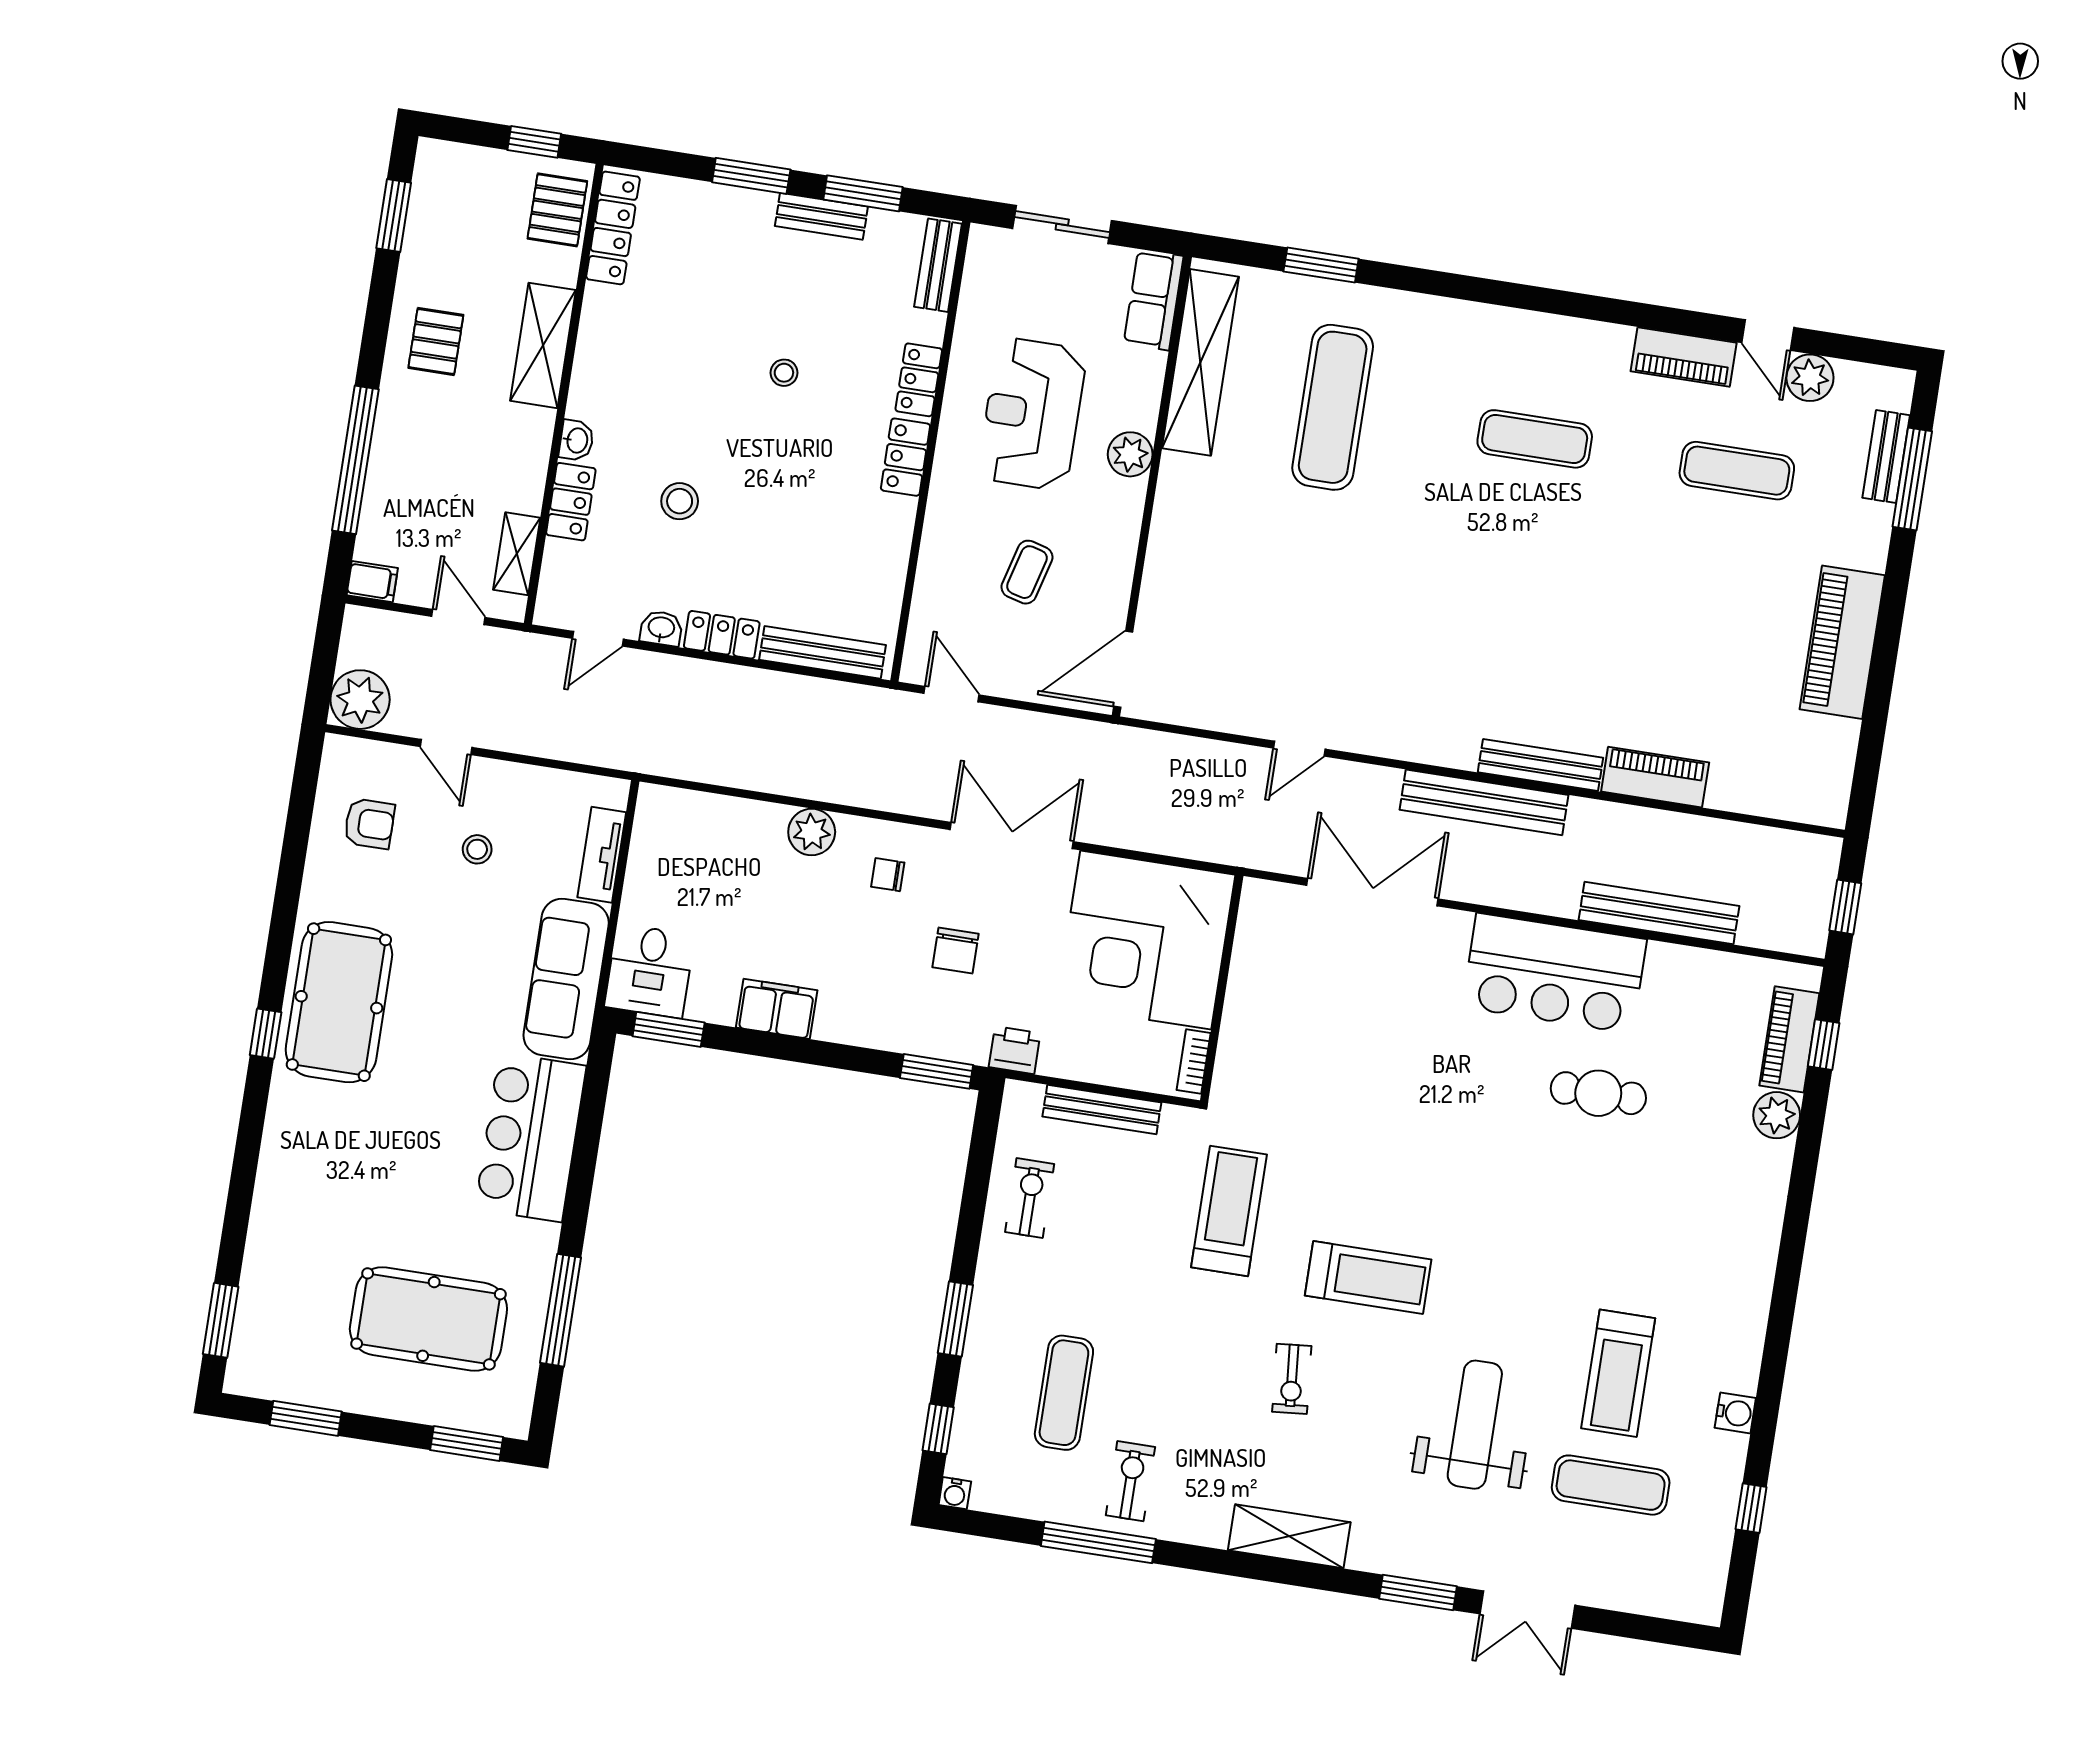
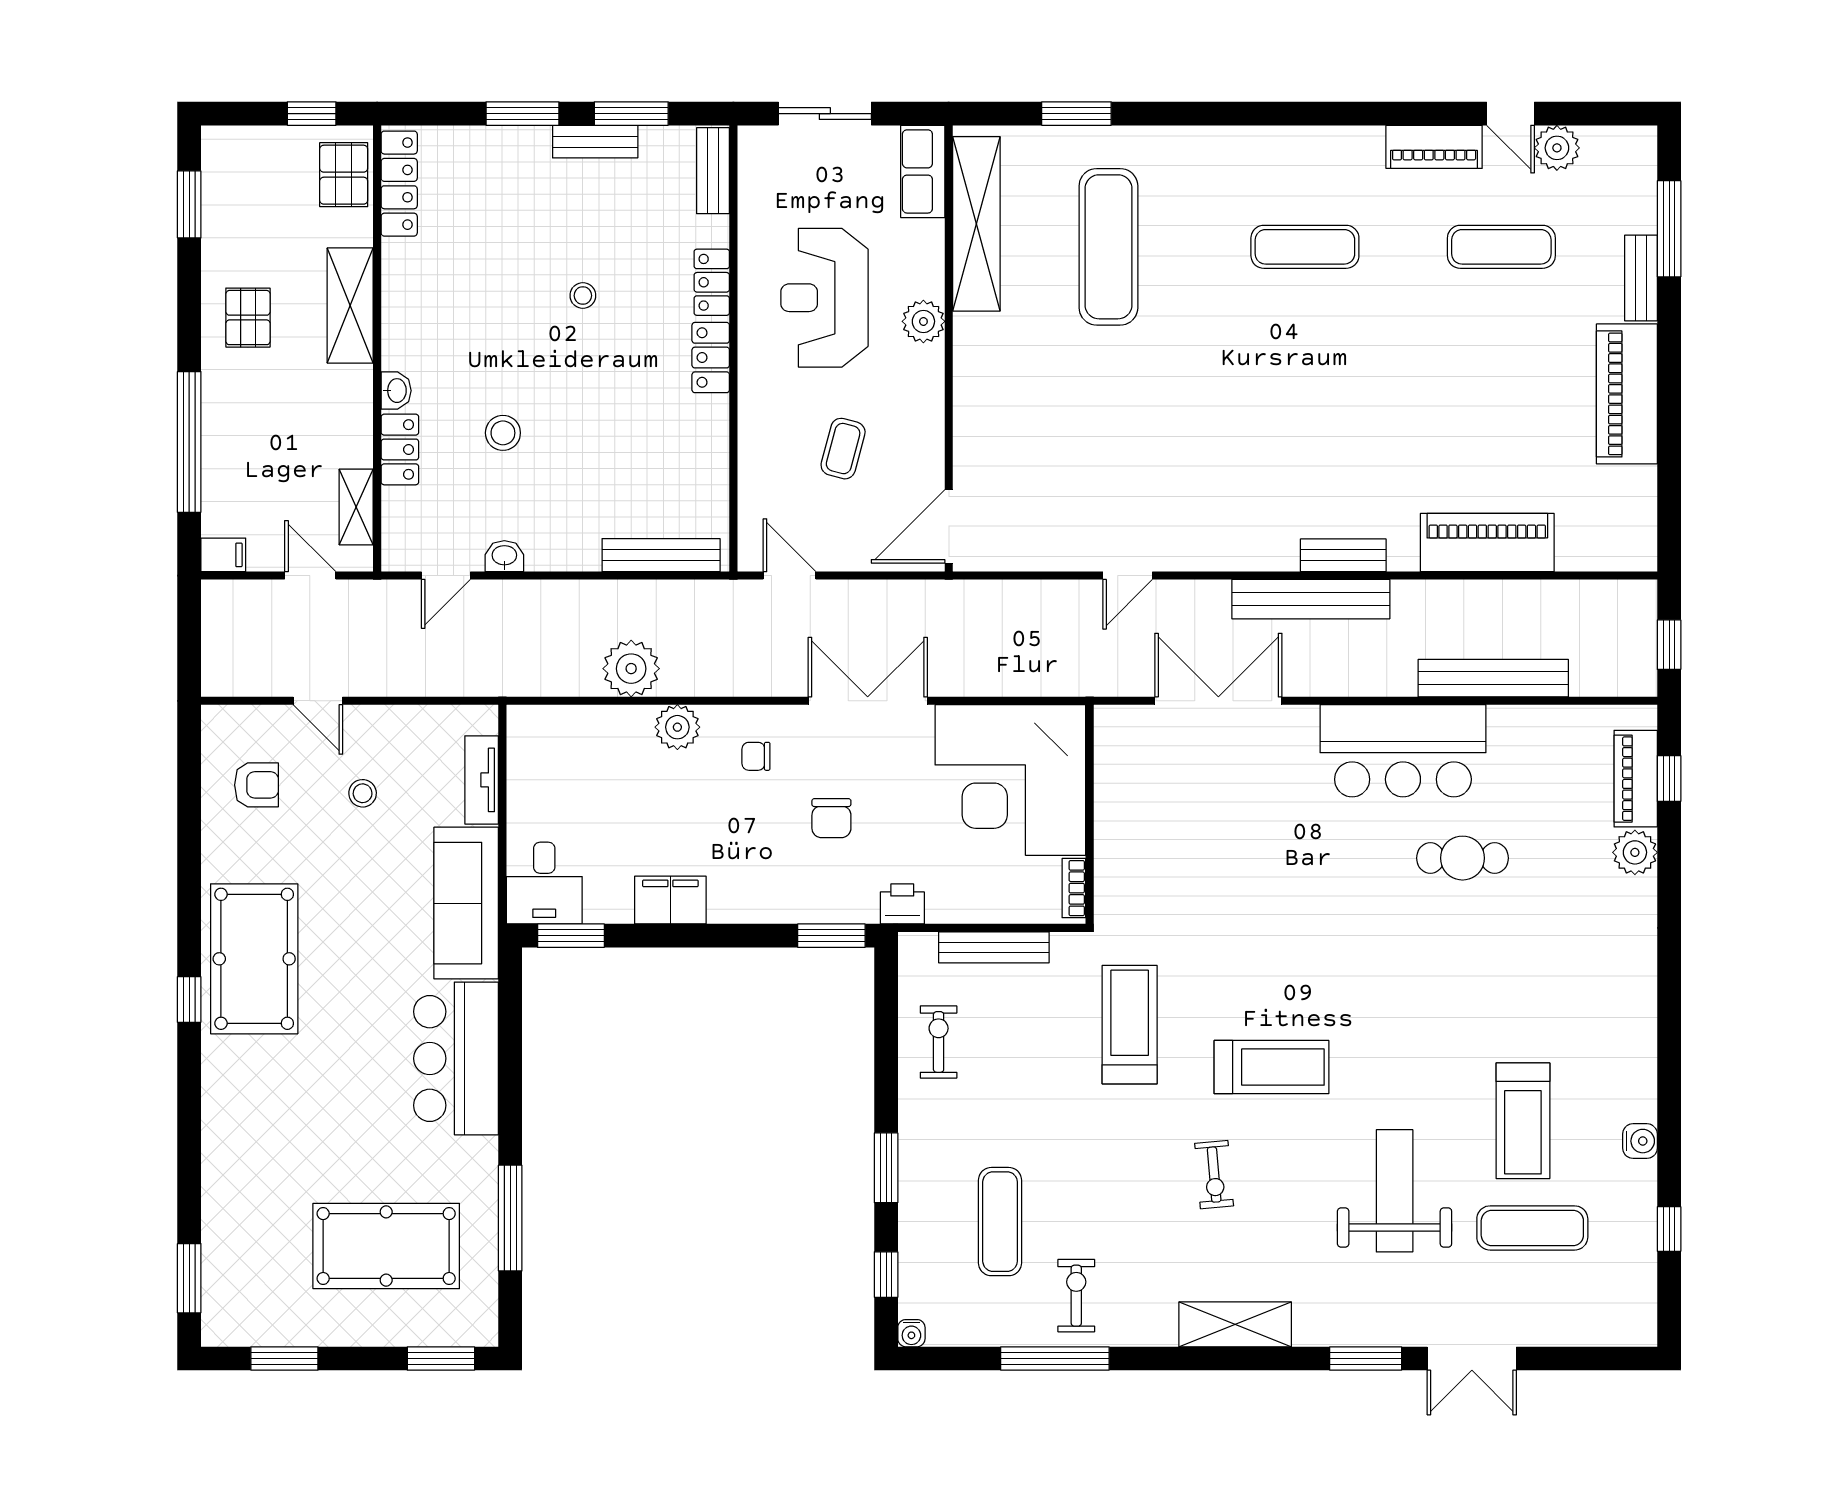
bench: (1886, 457) -> (1641, 278), moved
locker: (722, 635) -> (563, 553), removed
plant: (360, 700) -> (631, 669), moved
bench: (1540, 765) -> (1343, 555), width x0.73
piano: (1655, 777) -> (1487, 543), width x1.37, depth x1.33

